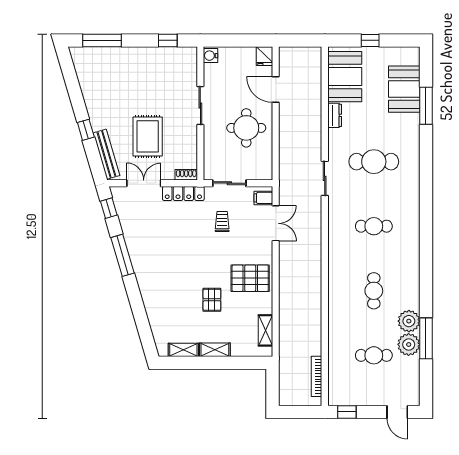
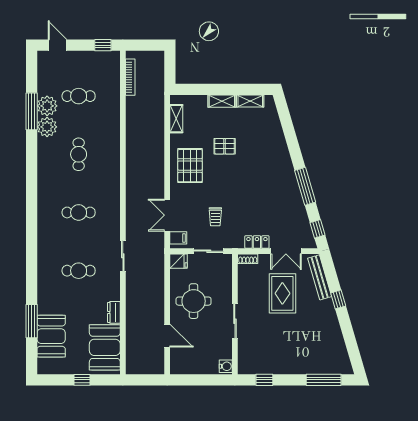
fridge: (265, 56) -> (179, 261), moved, turned 90
cafe table: (374, 162) -> (79, 271), width x0.73, depth x0.74
locker: (183, 193) -> (257, 242), width x0.66
pallet: (250, 278) -> (190, 166), turned 90
pallet: (212, 300) -> (225, 146), turned 90

